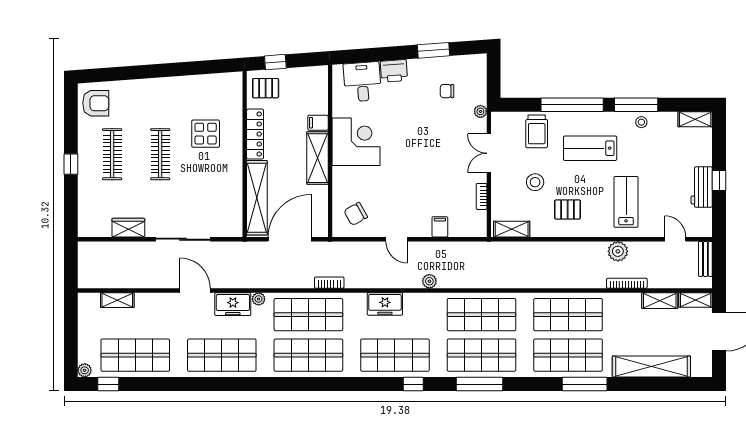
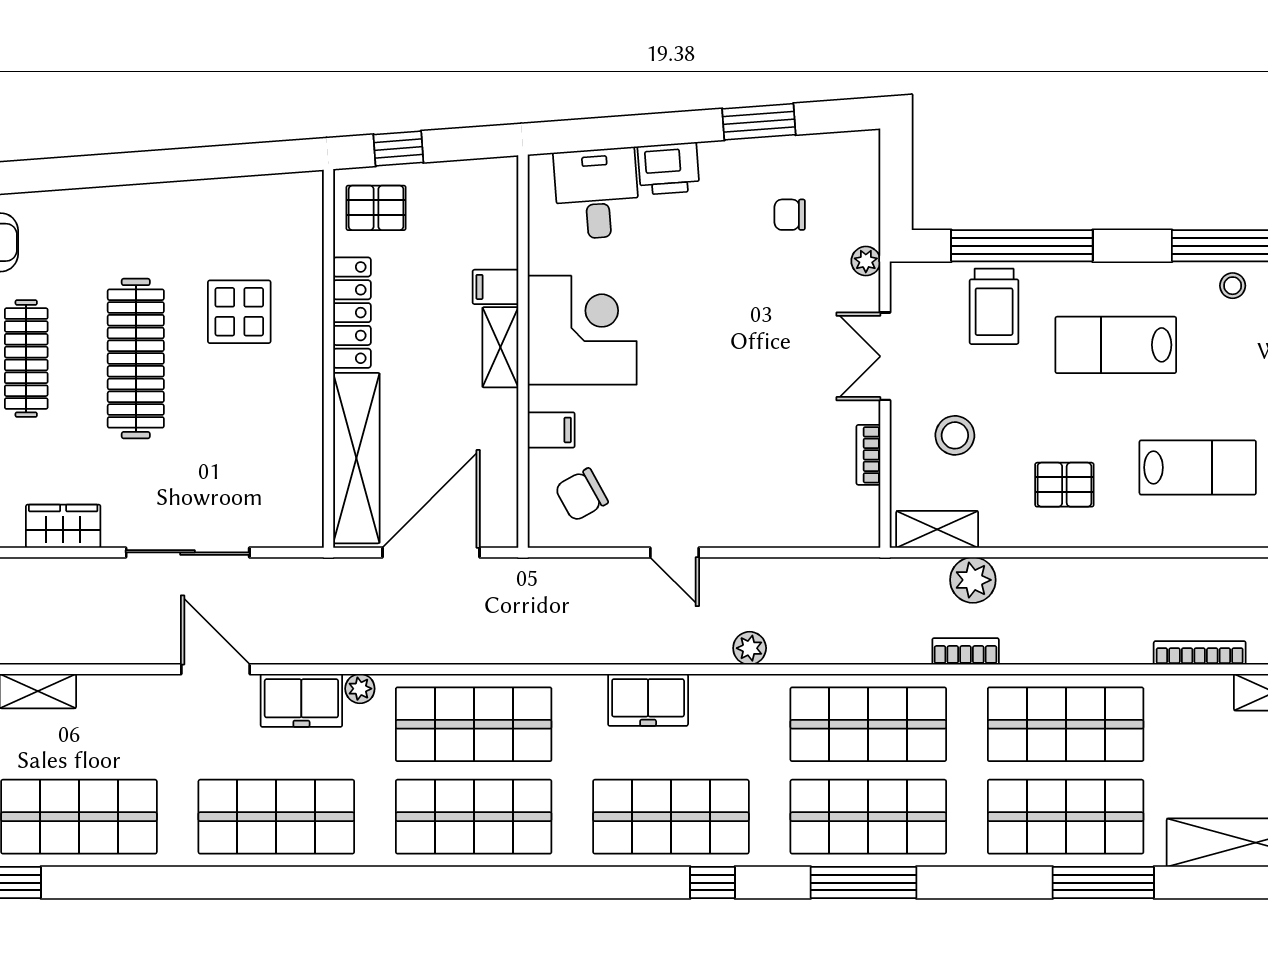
window: (572, 105) -> (1022, 246), moved
clothes rail: (160, 154) -> (136, 359), width x1.37, depth x1.31
shelving: (317, 158) -> (500, 347), width x0.67, depth x0.75
stool: (535, 182) -> (955, 435), moved
lab bench: (626, 202) -> (1198, 467), turned 90
filing cabinet: (440, 227) -> (551, 430), moved, turned 90
plant: (618, 251) -> (973, 580), moved
bookcase: (329, 283) -> (966, 651), moved

